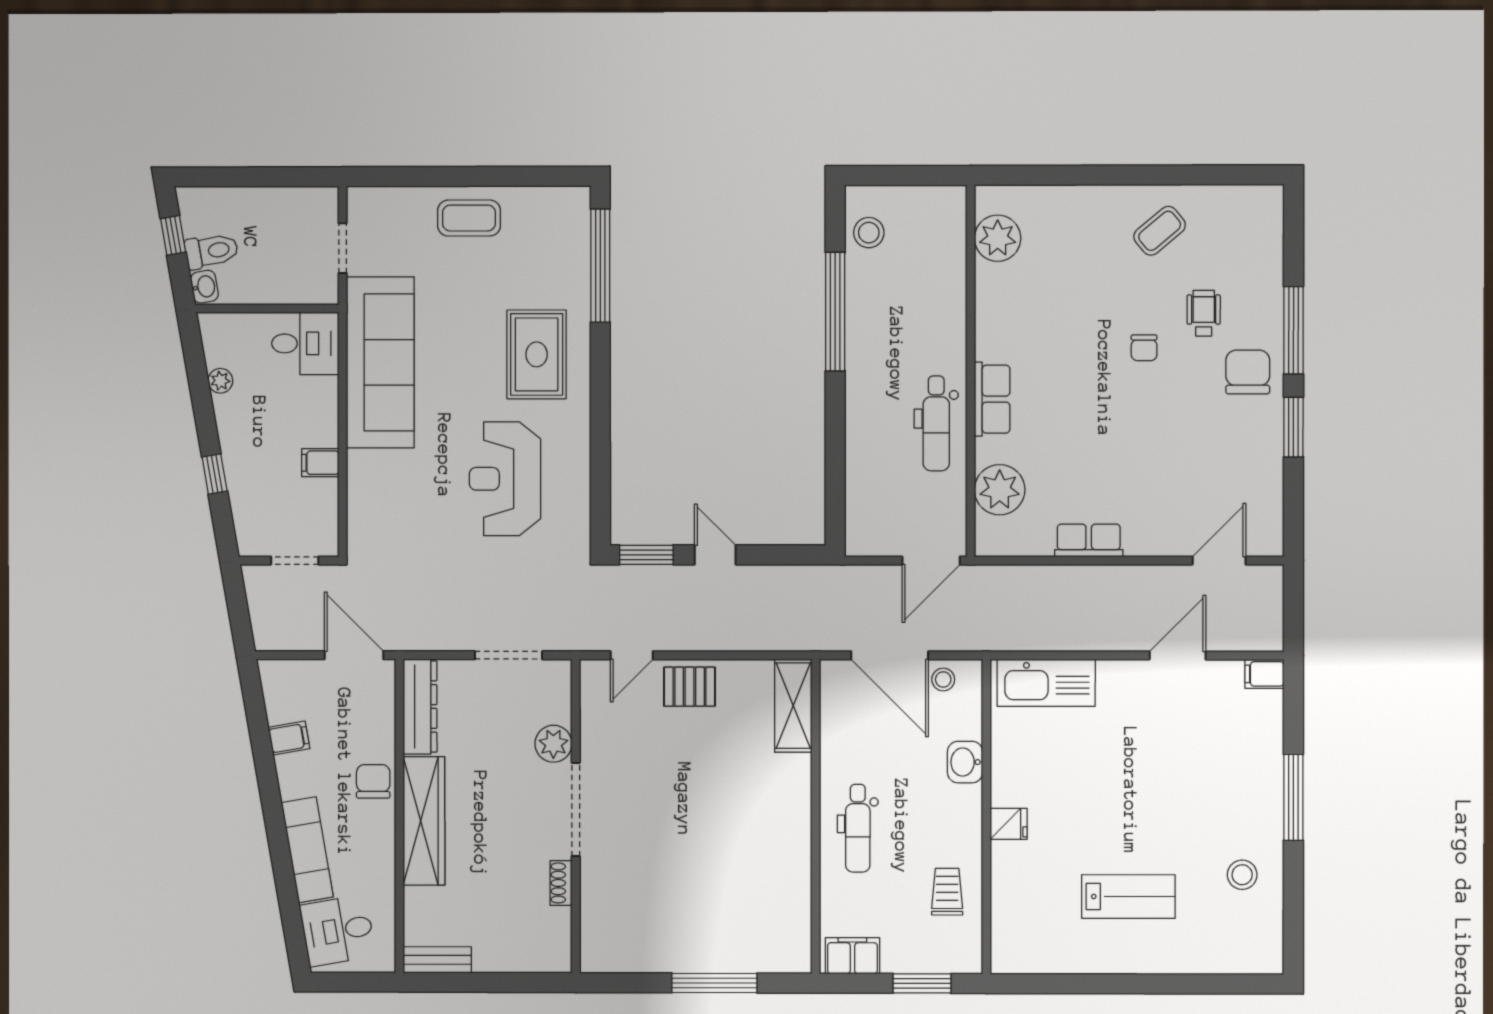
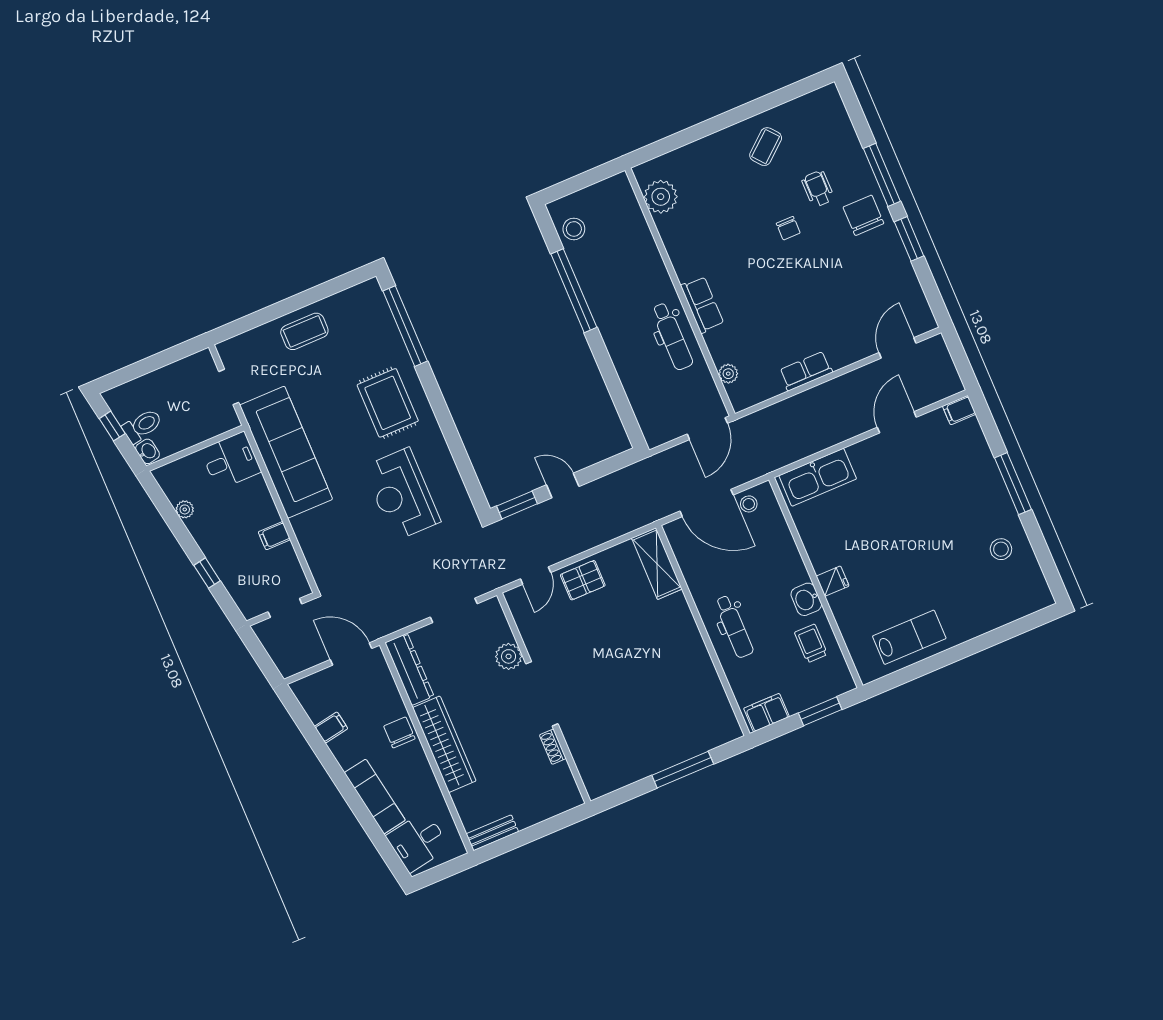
plant: (1000, 490) -> (728, 374), width x0.53, depth x0.53
washbasin: (965, 762) -> (806, 599), moved
lab bench: (1128, 897) -> (909, 637), moved

